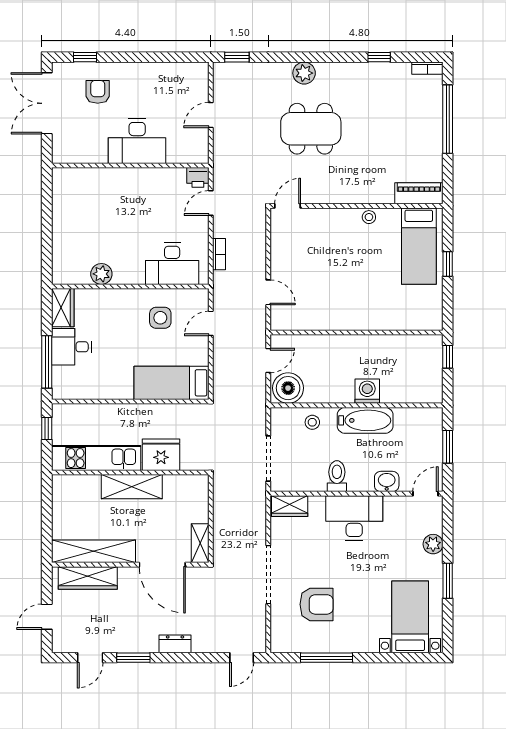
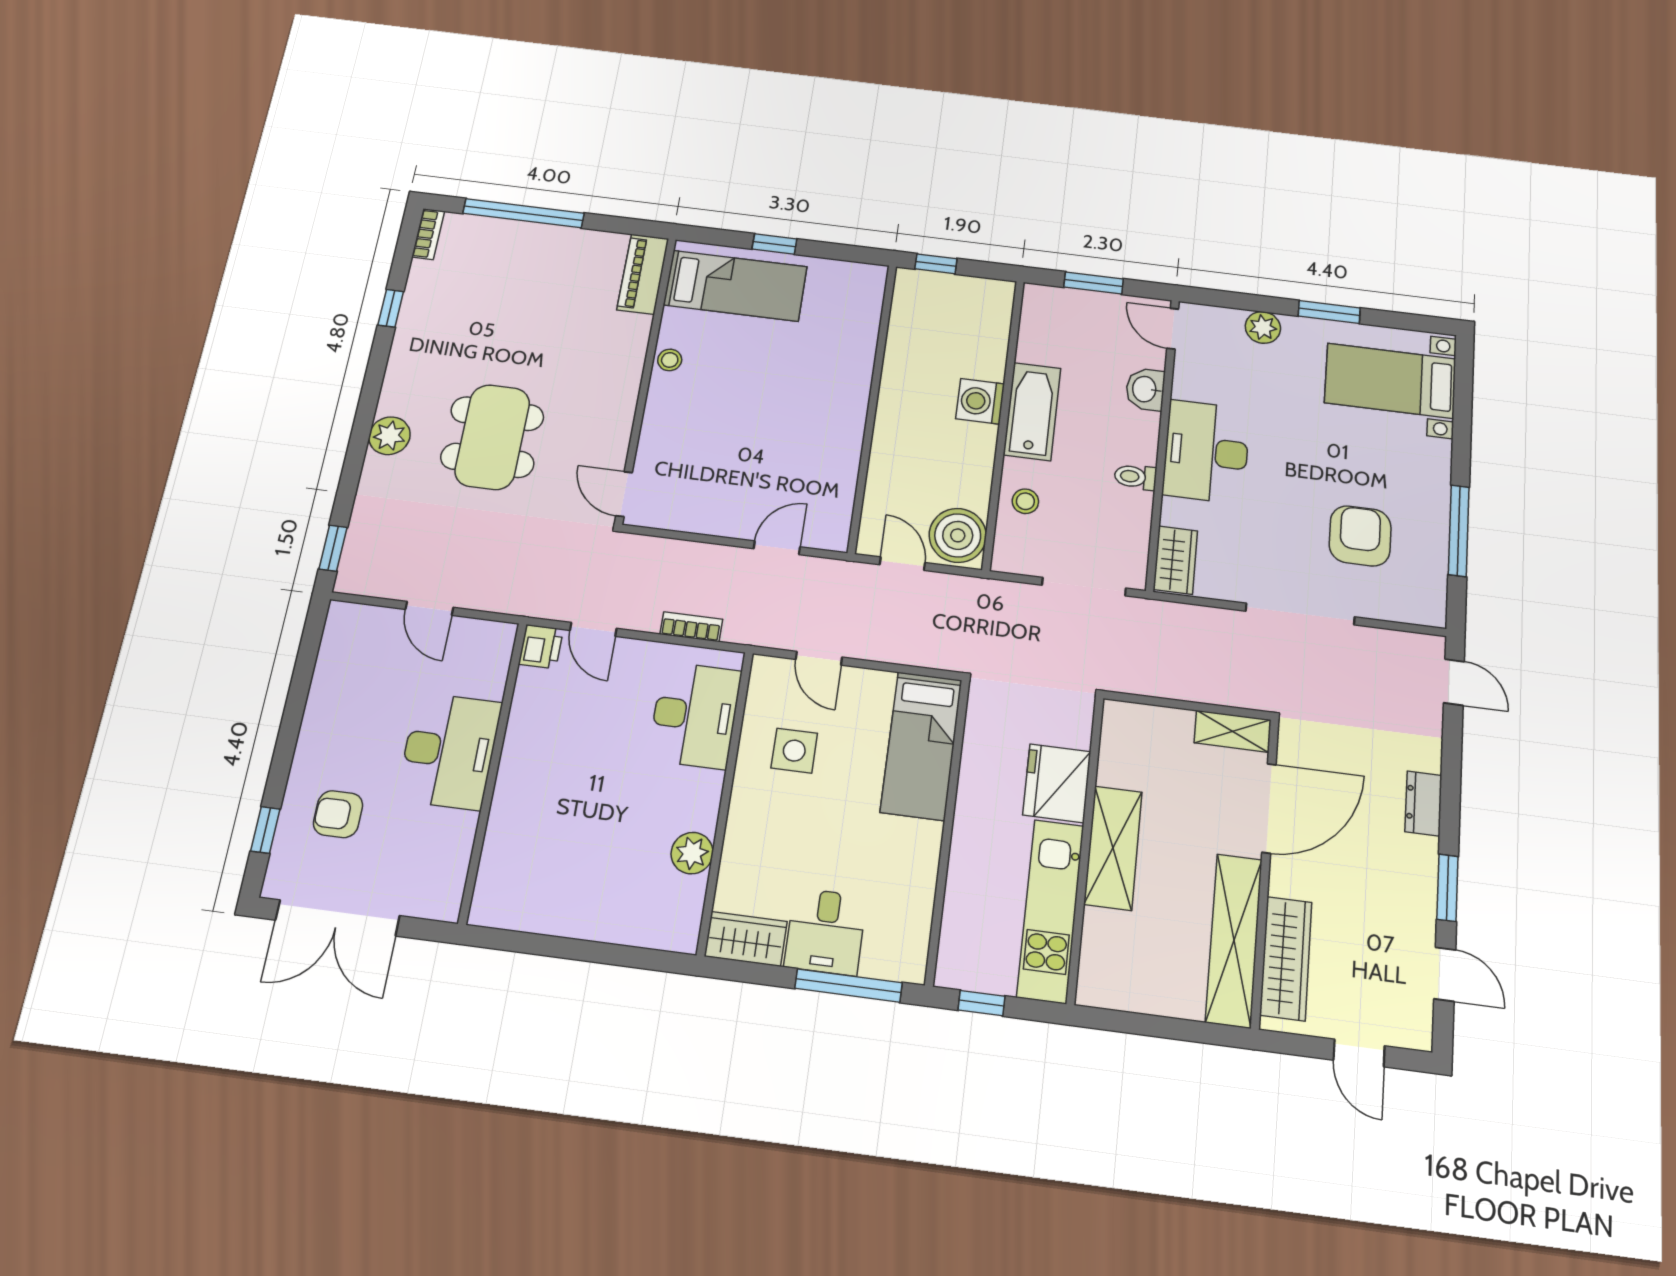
toilet: (337, 476) -> (1135, 477), width x0.73, depth x0.72

